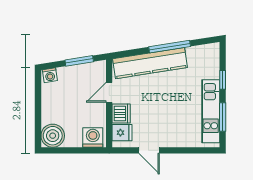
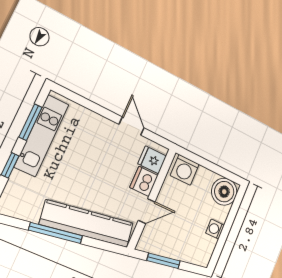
washing machine: (50, 75) -> (215, 229), moved, turned -81

